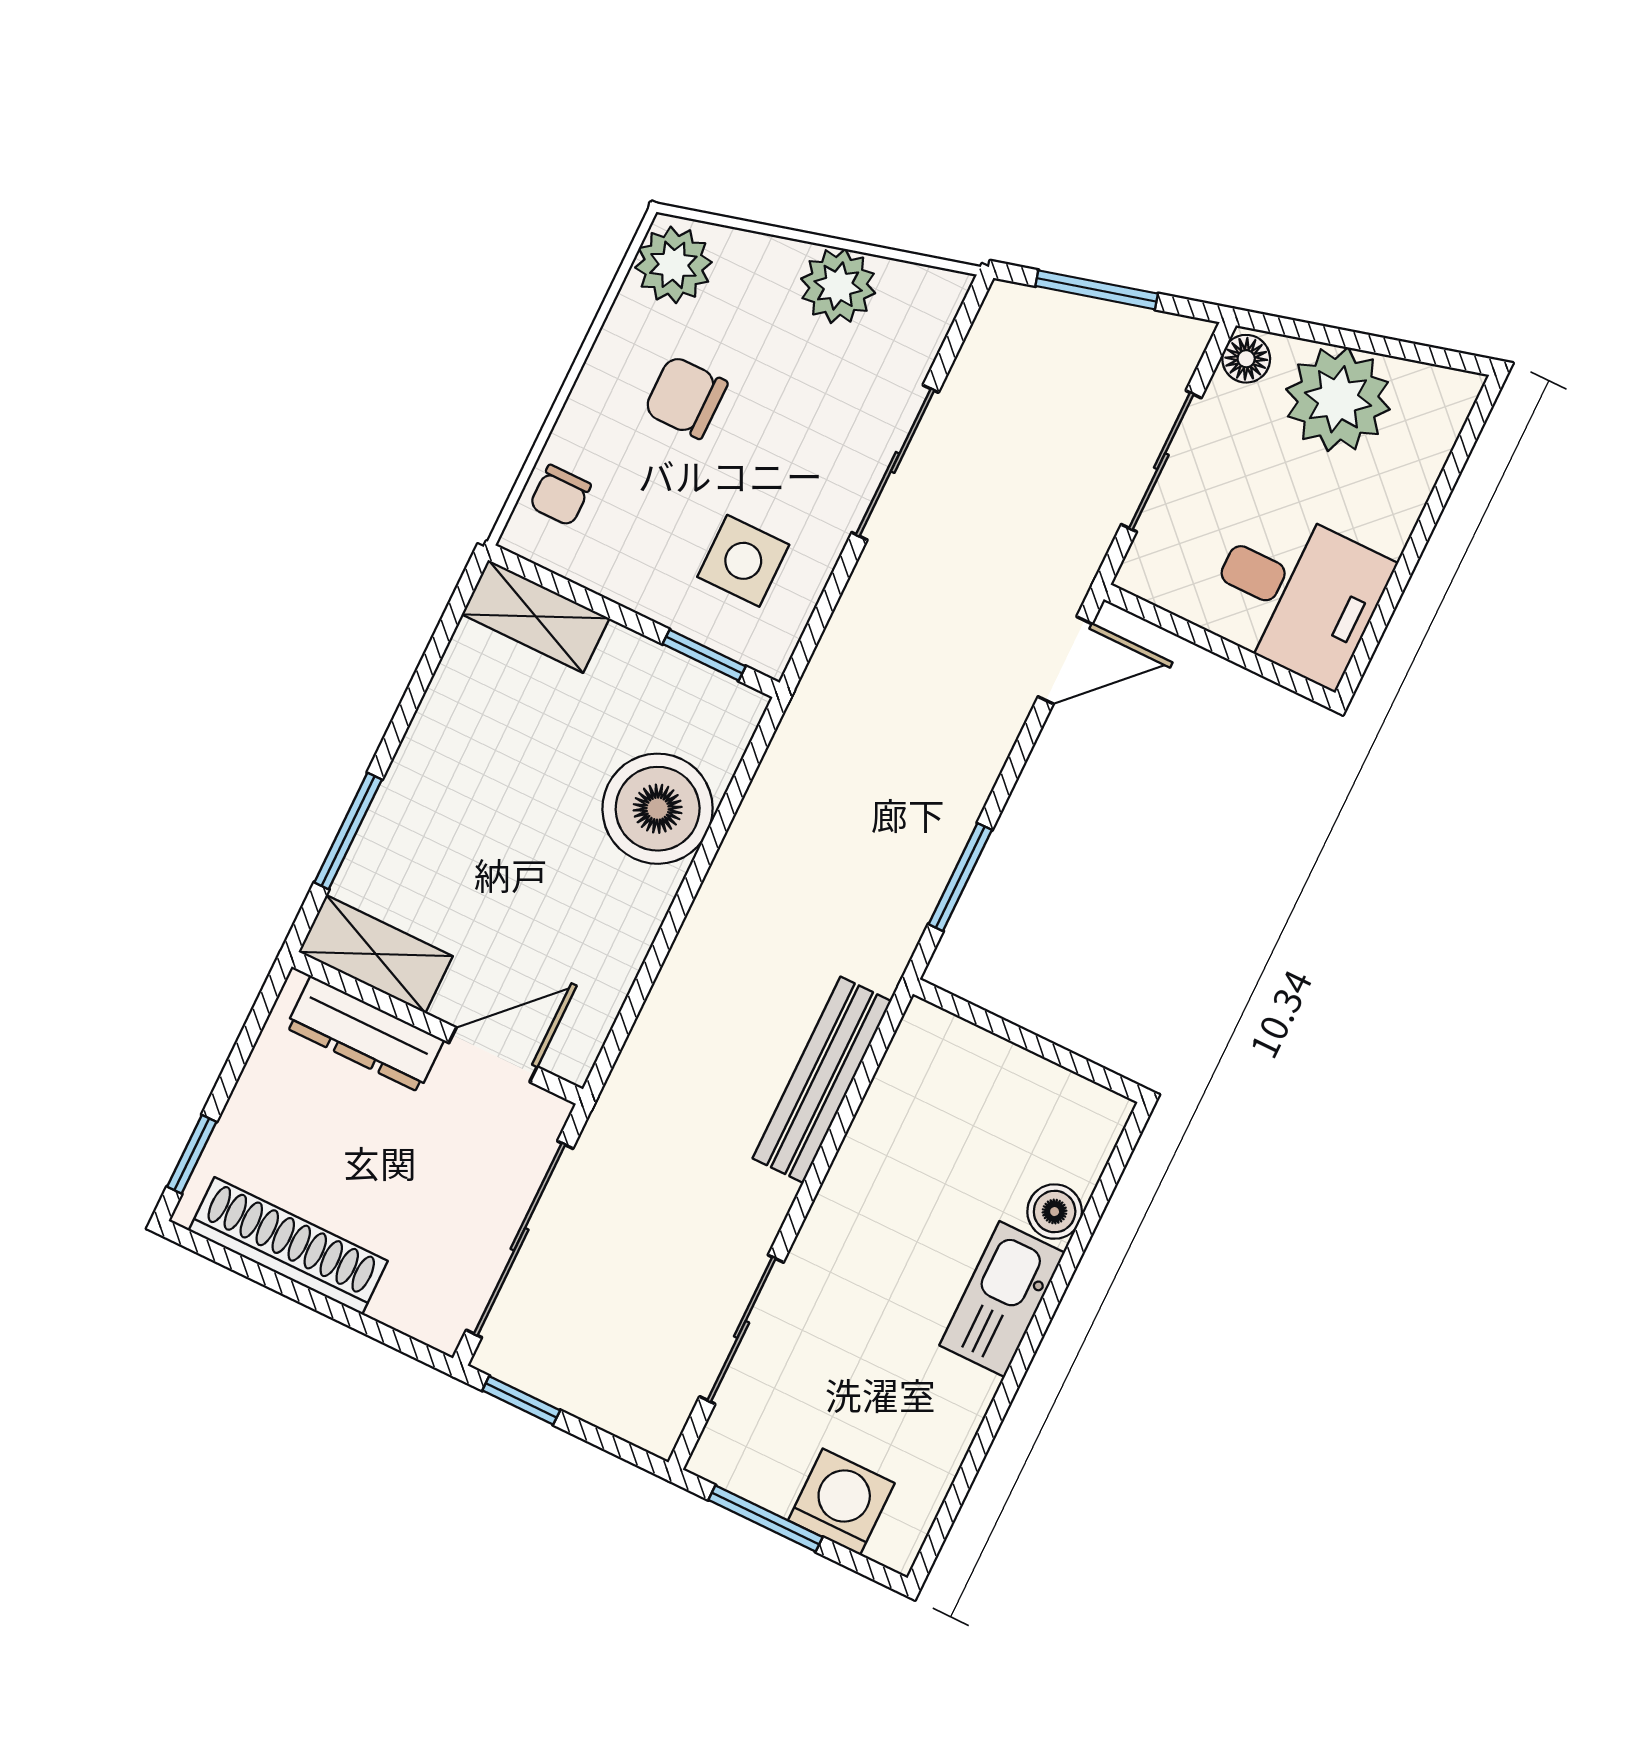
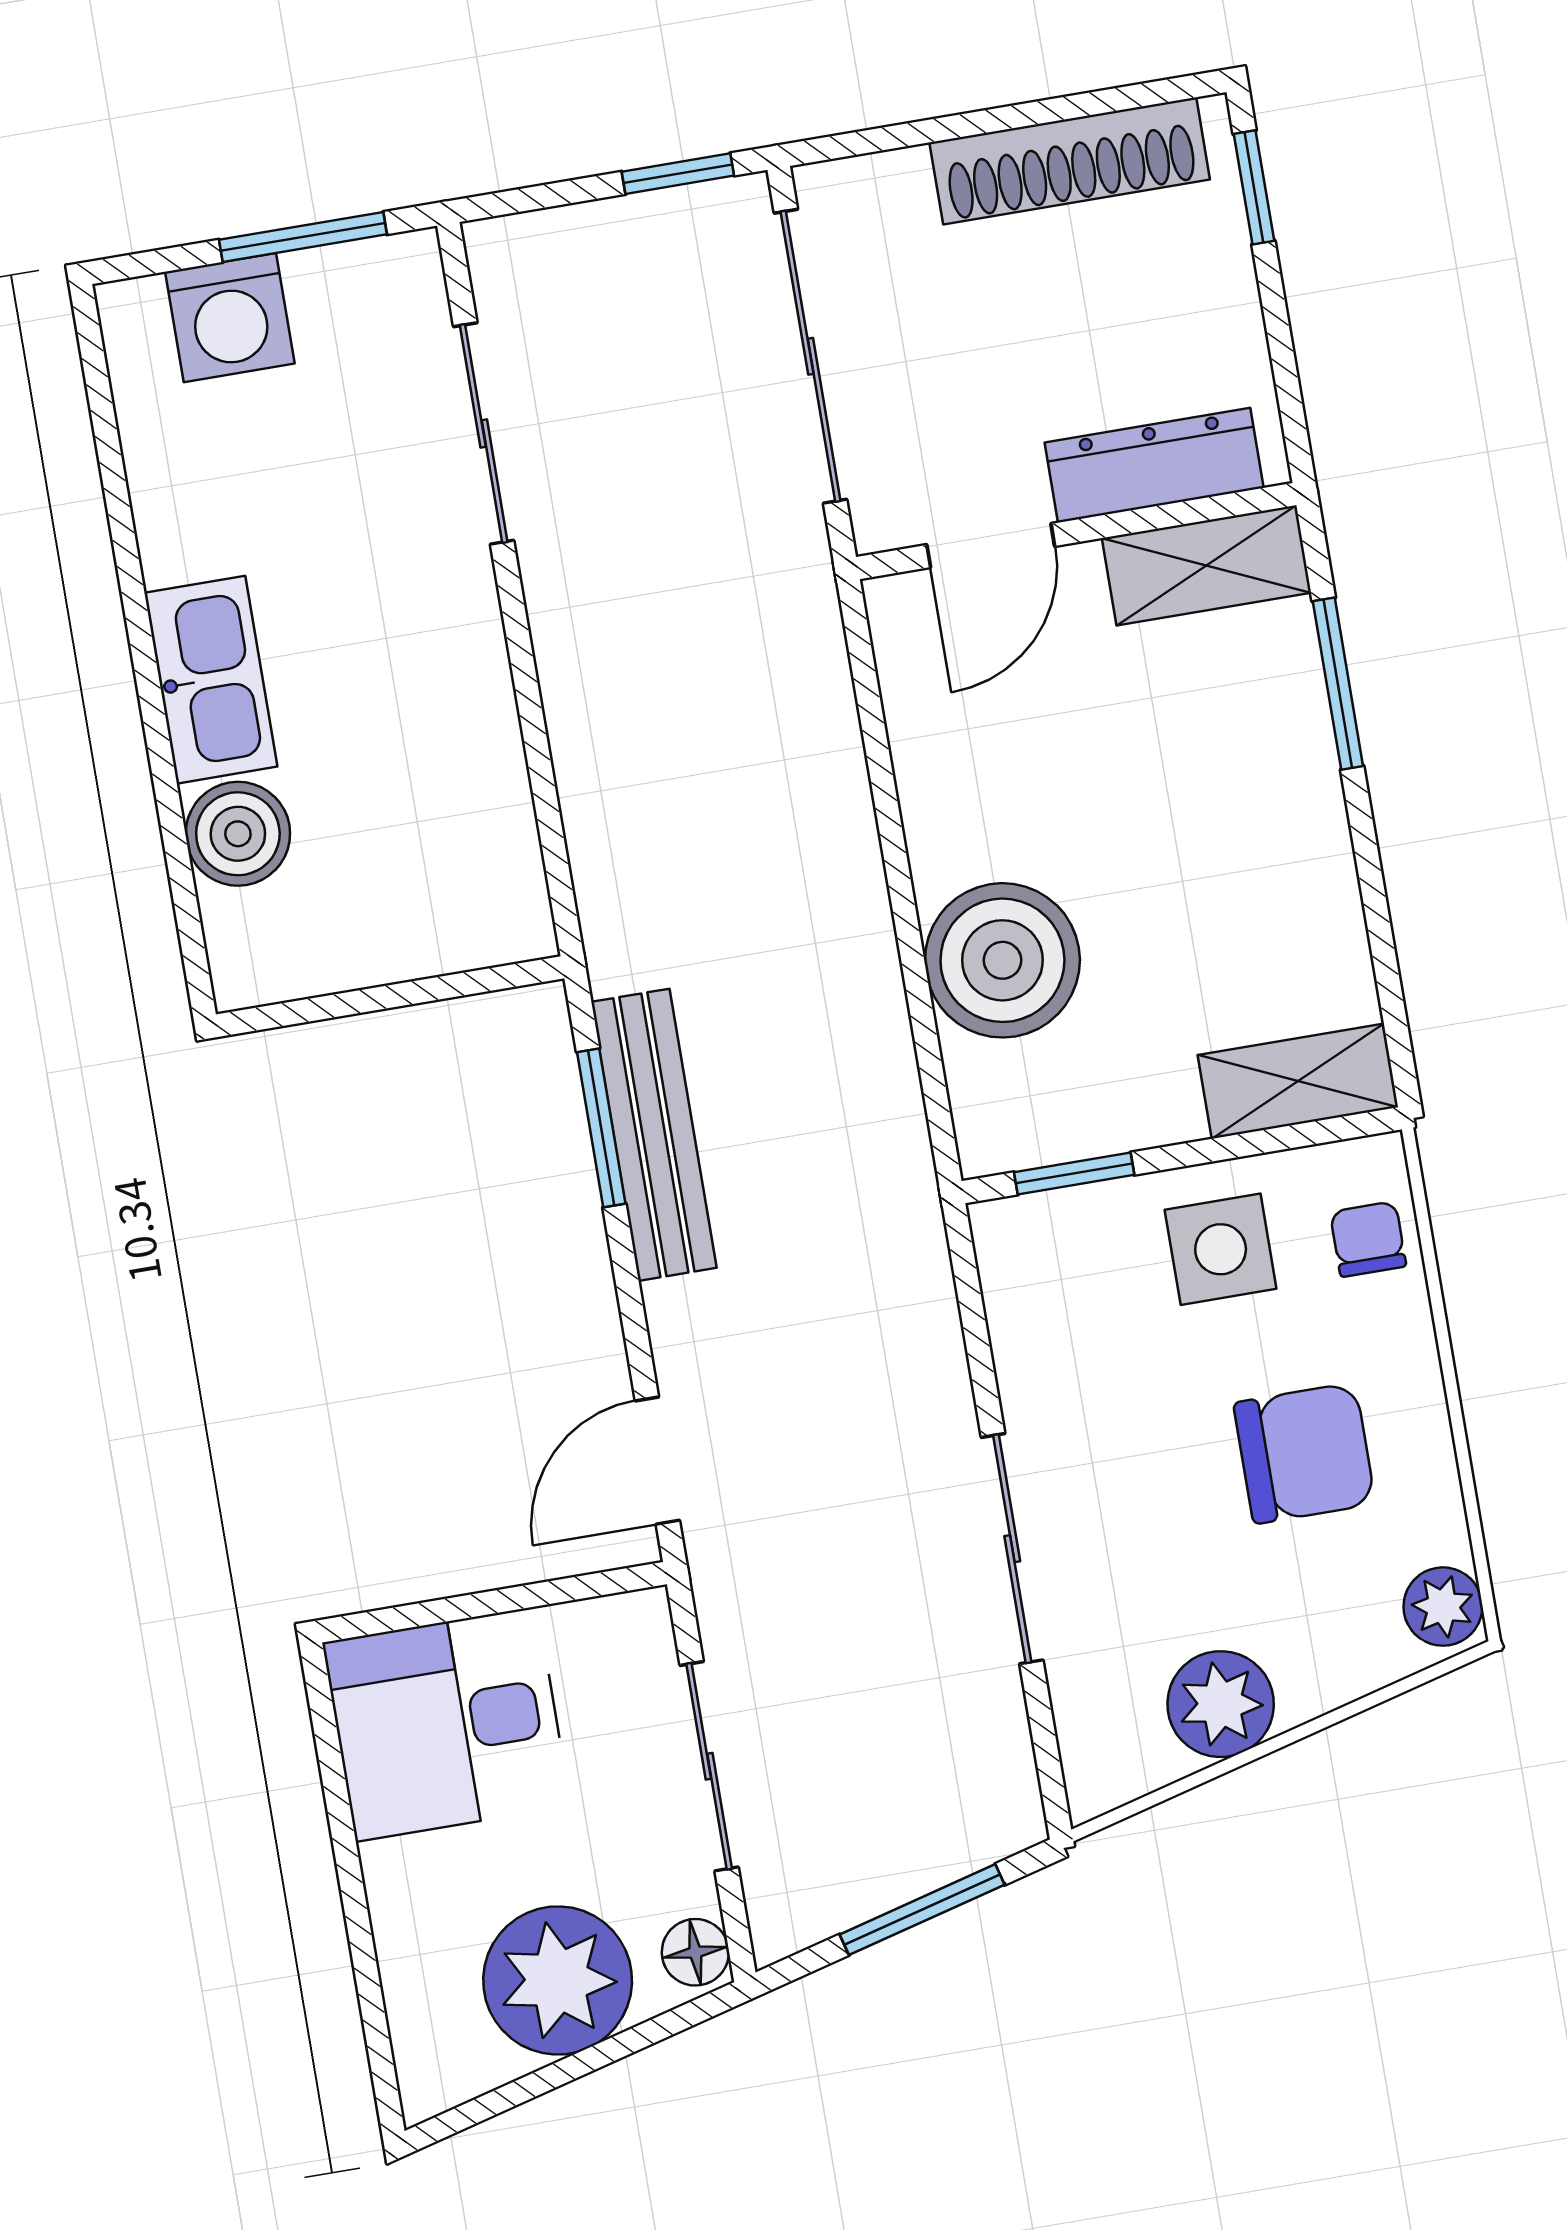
plant: (673, 265) -> (1443, 1607), width x0.73, depth x0.73
chair: (686, 397) -> (1304, 1453), width x1.37, depth x1.37
side table: (743, 561) -> (1221, 1249), moved
bench: (822, 1080) -> (654, 1135), moved
boiler: (1055, 1212) -> (238, 834), width x1.36, depth x1.36

